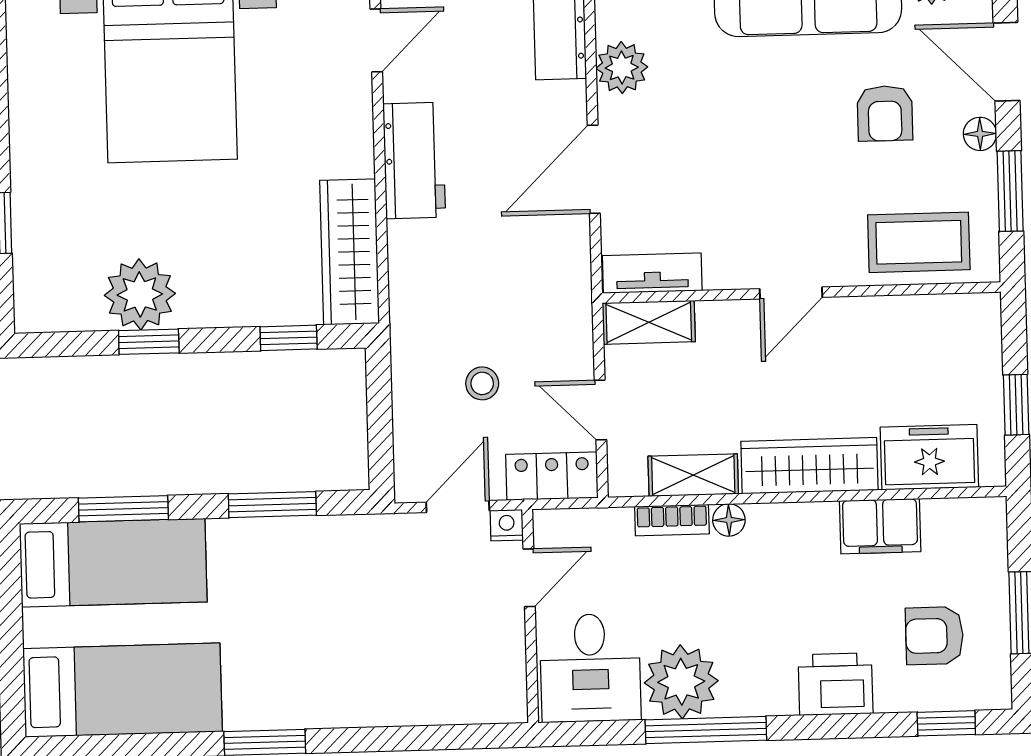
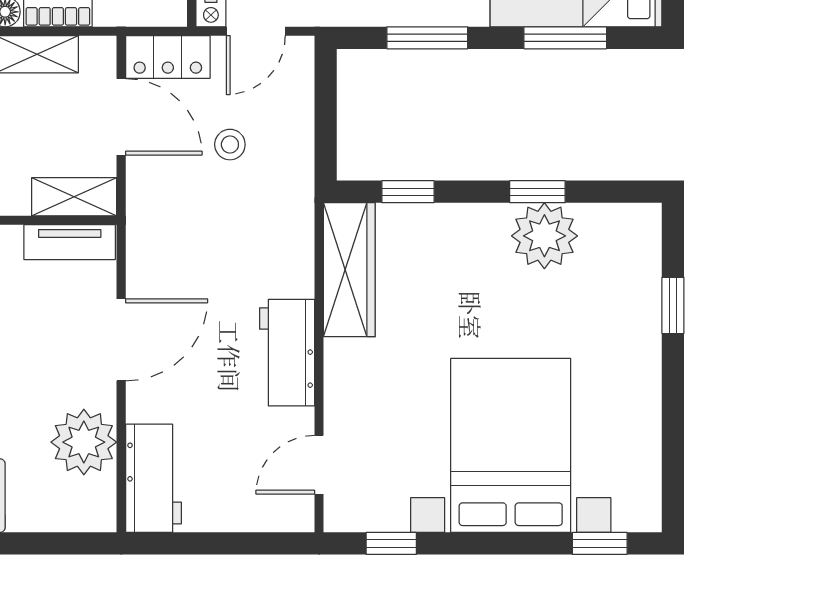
plant: (622, 68) -> (84, 442), width x1.36, depth x1.36
door: (600, 410) -> (121, 117), width x1.38

